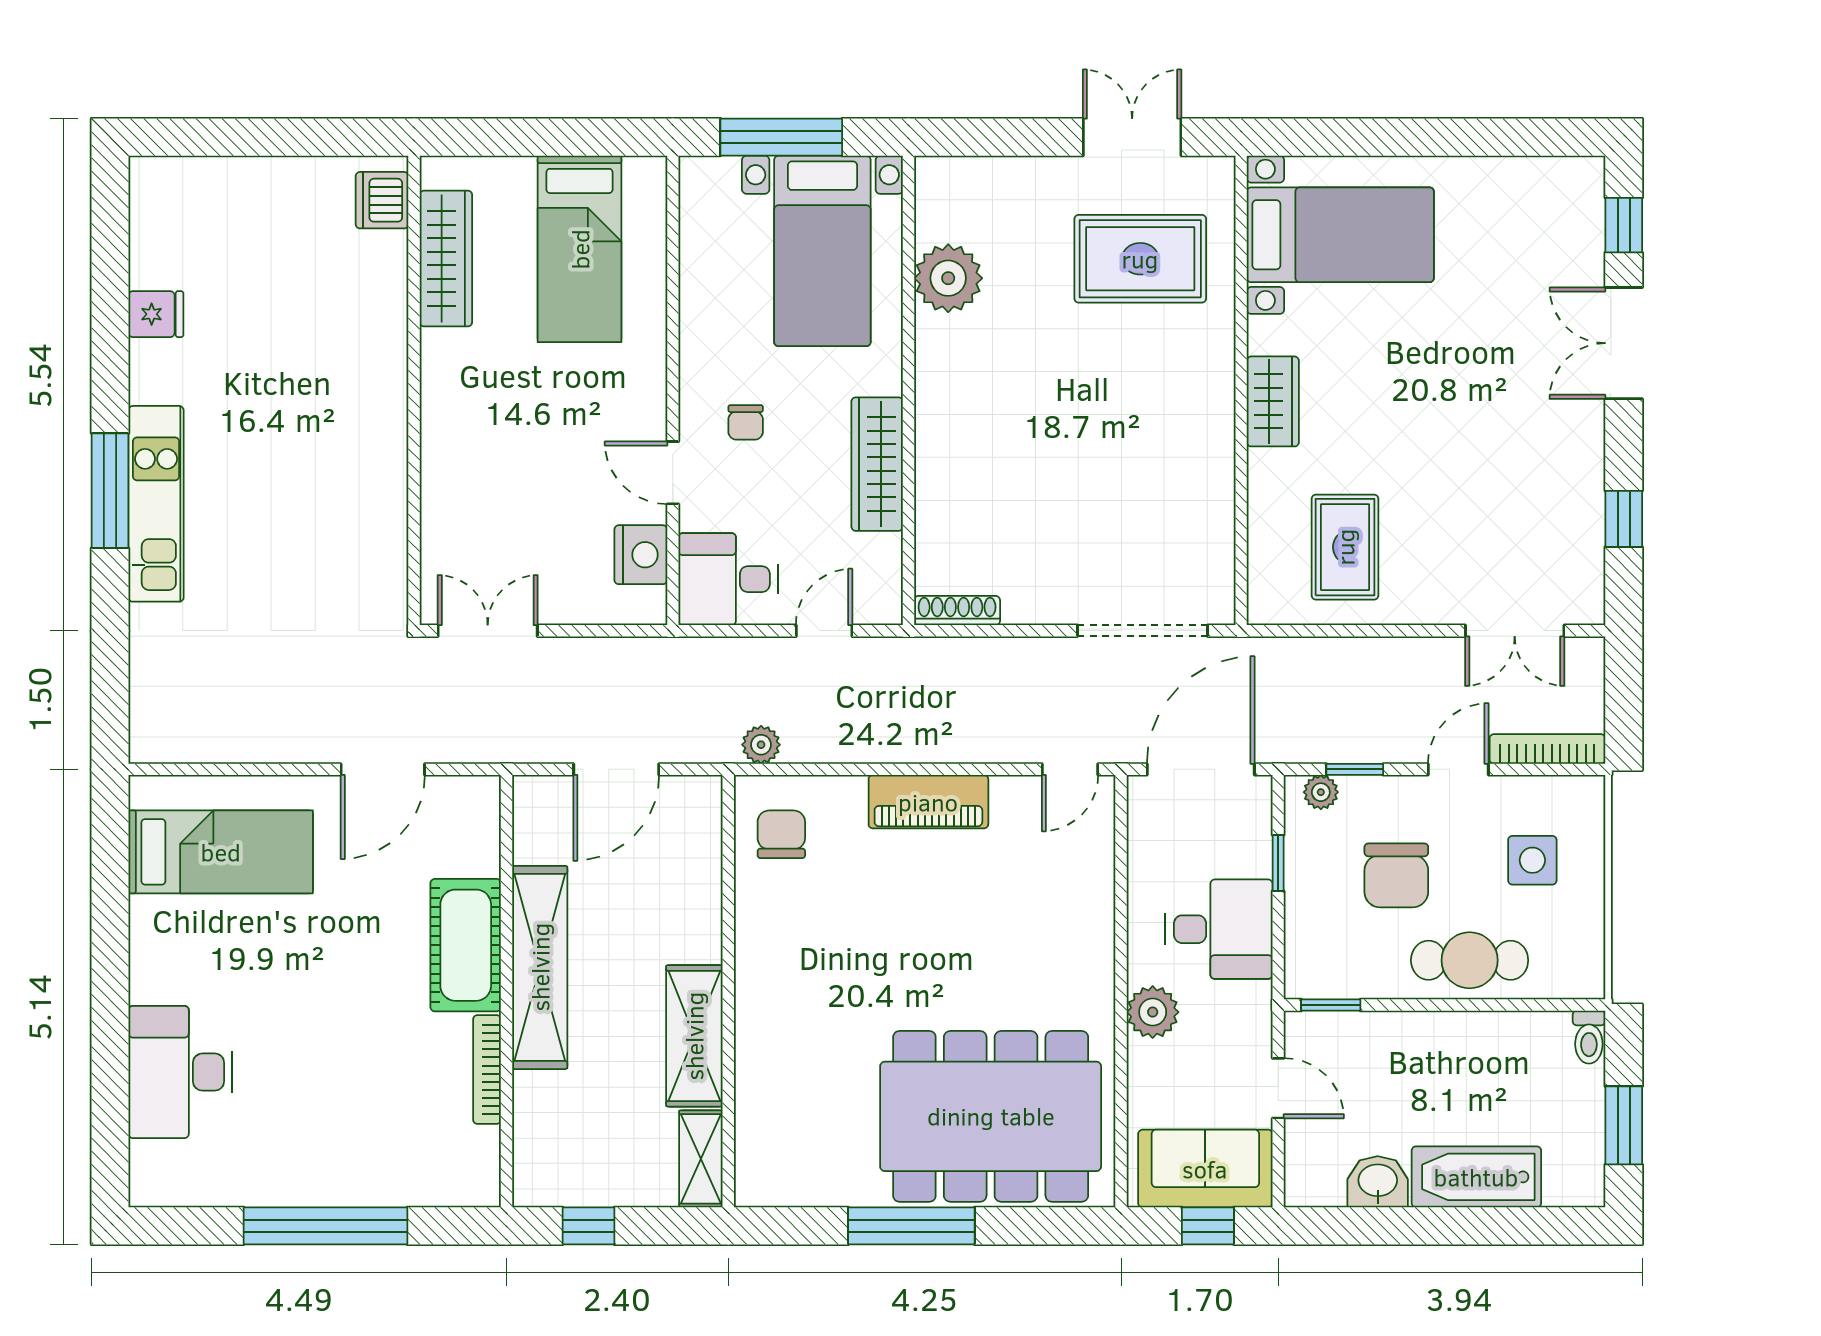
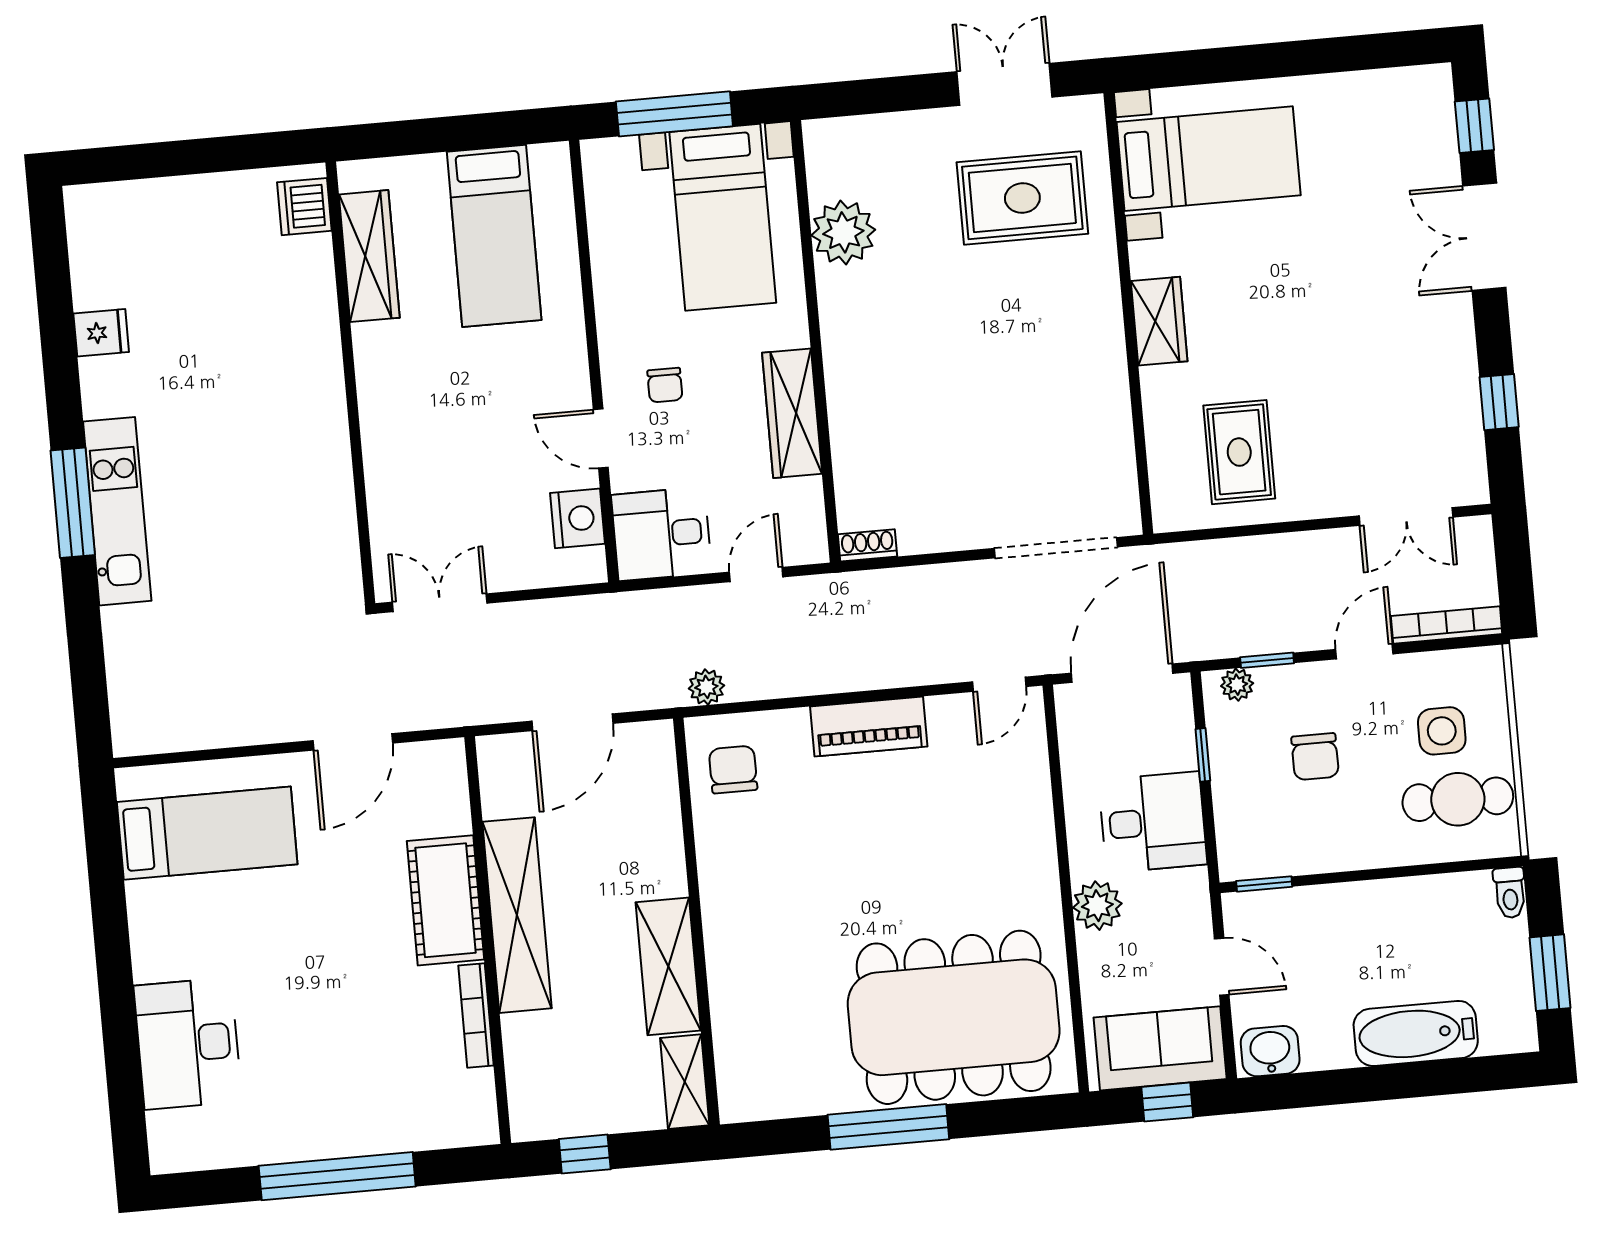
shoe rack: (957, 611) -> (867, 545), width x0.70
chair: (1396, 875) -> (1315, 757), width x0.73, depth x0.73
cafe table: (1470, 960) -> (1458, 799), moved
washbasin: (1378, 1182) -> (1270, 1051), moved

